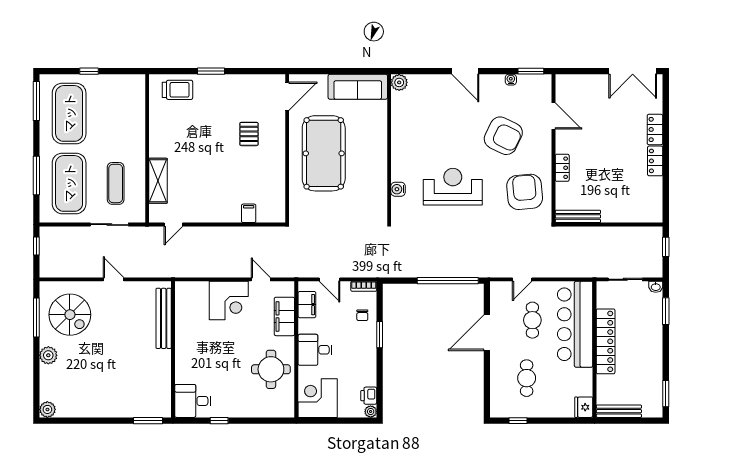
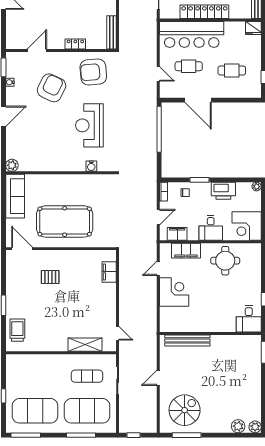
filing cabinet: (249, 213) -> (109, 272), width x2.00
plant: (48, 355) -> (238, 426), moved
printer: (369, 396) -> (223, 191), moved, width x1.87, depth x1.48

